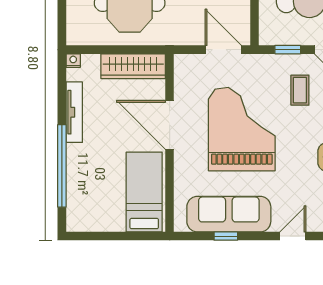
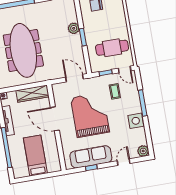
bed: (144, 192) -> (35, 156), moved

